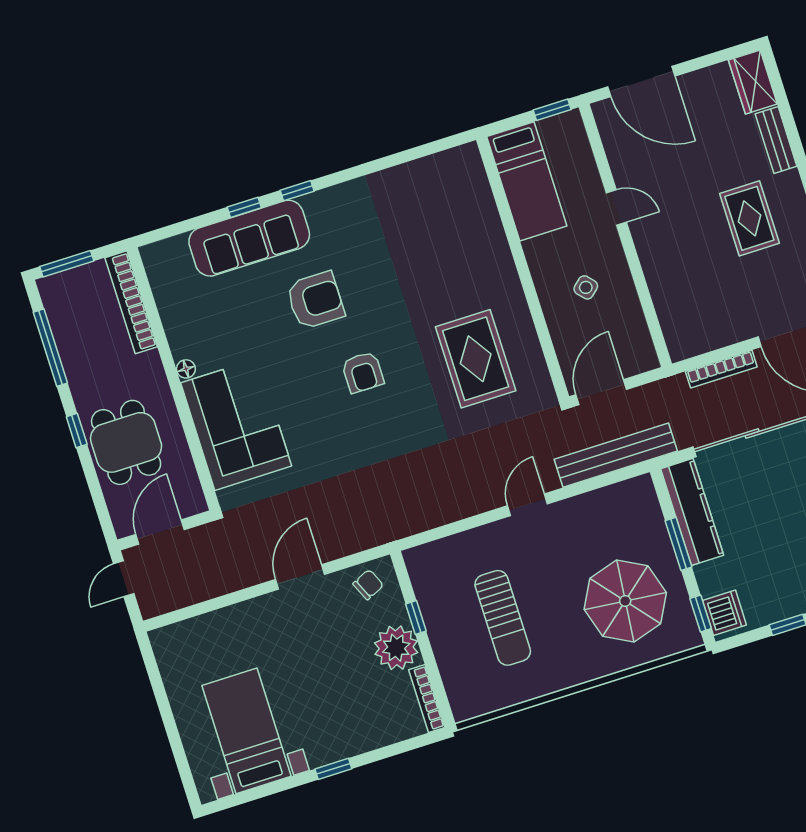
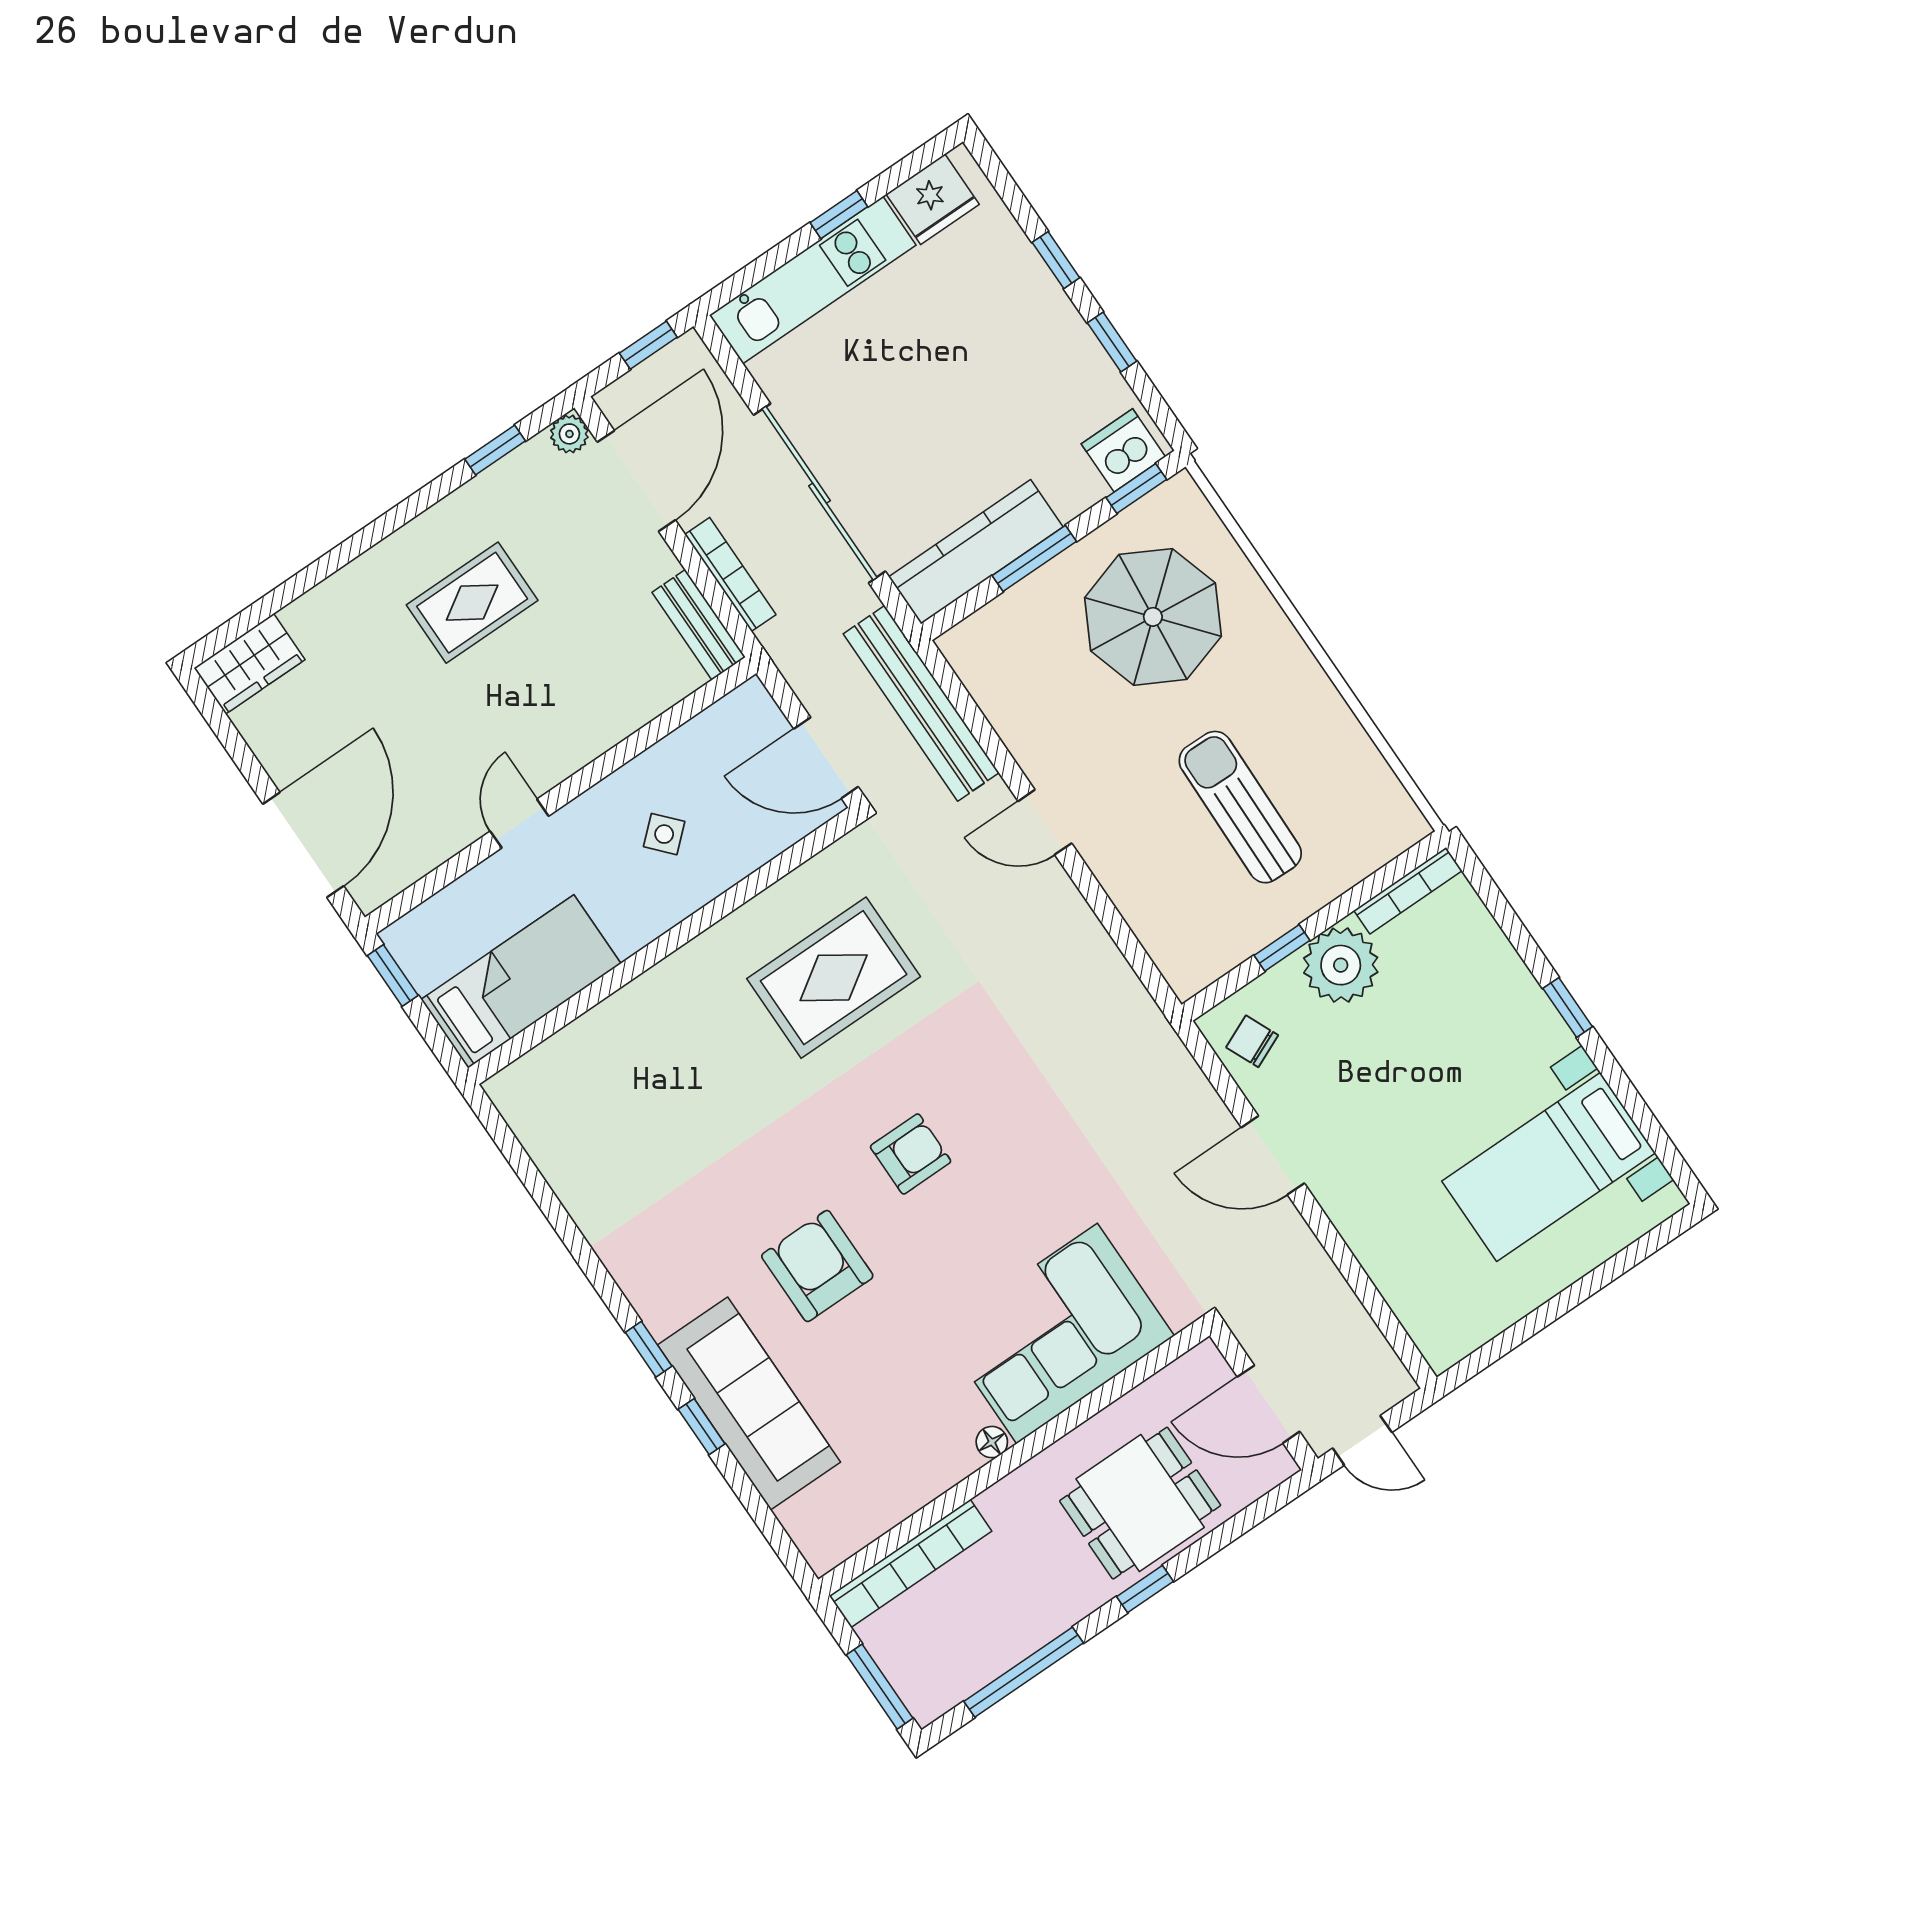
bench: (776, 140) -> (699, 625), moved, turned 90
sun lounger: (503, 618) -> (1240, 807), turned -89

